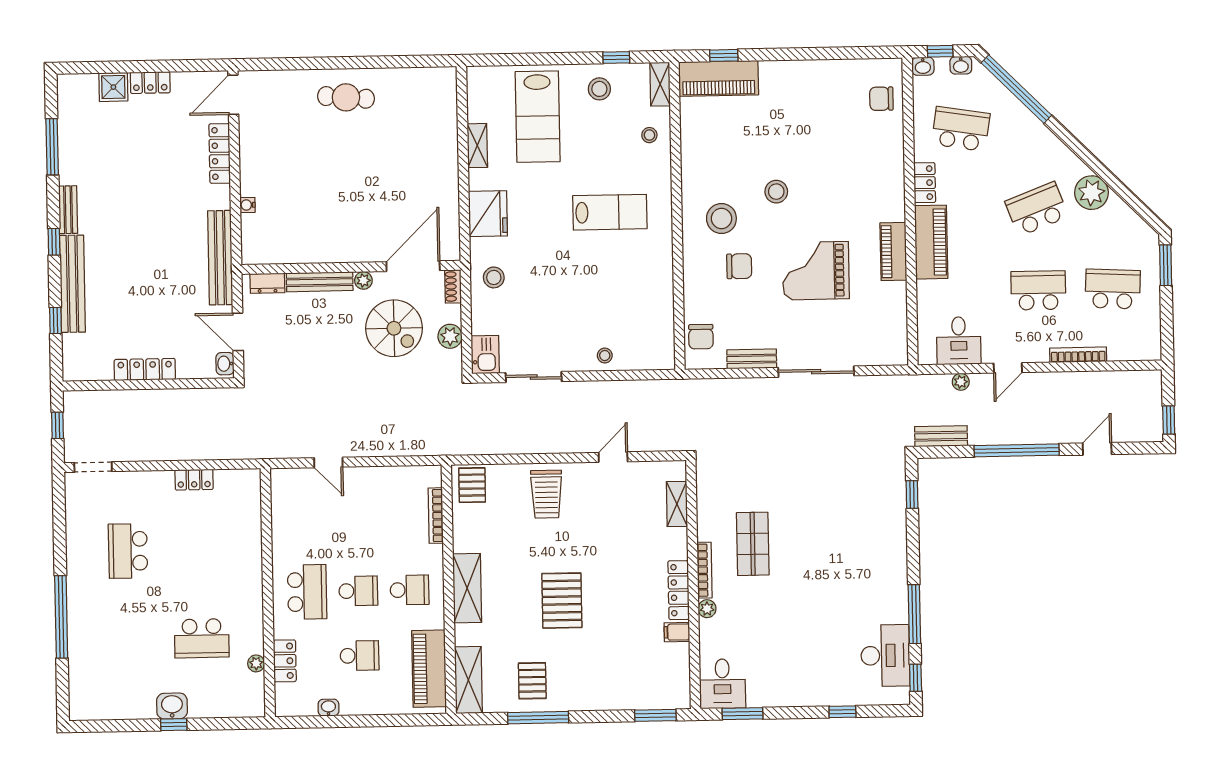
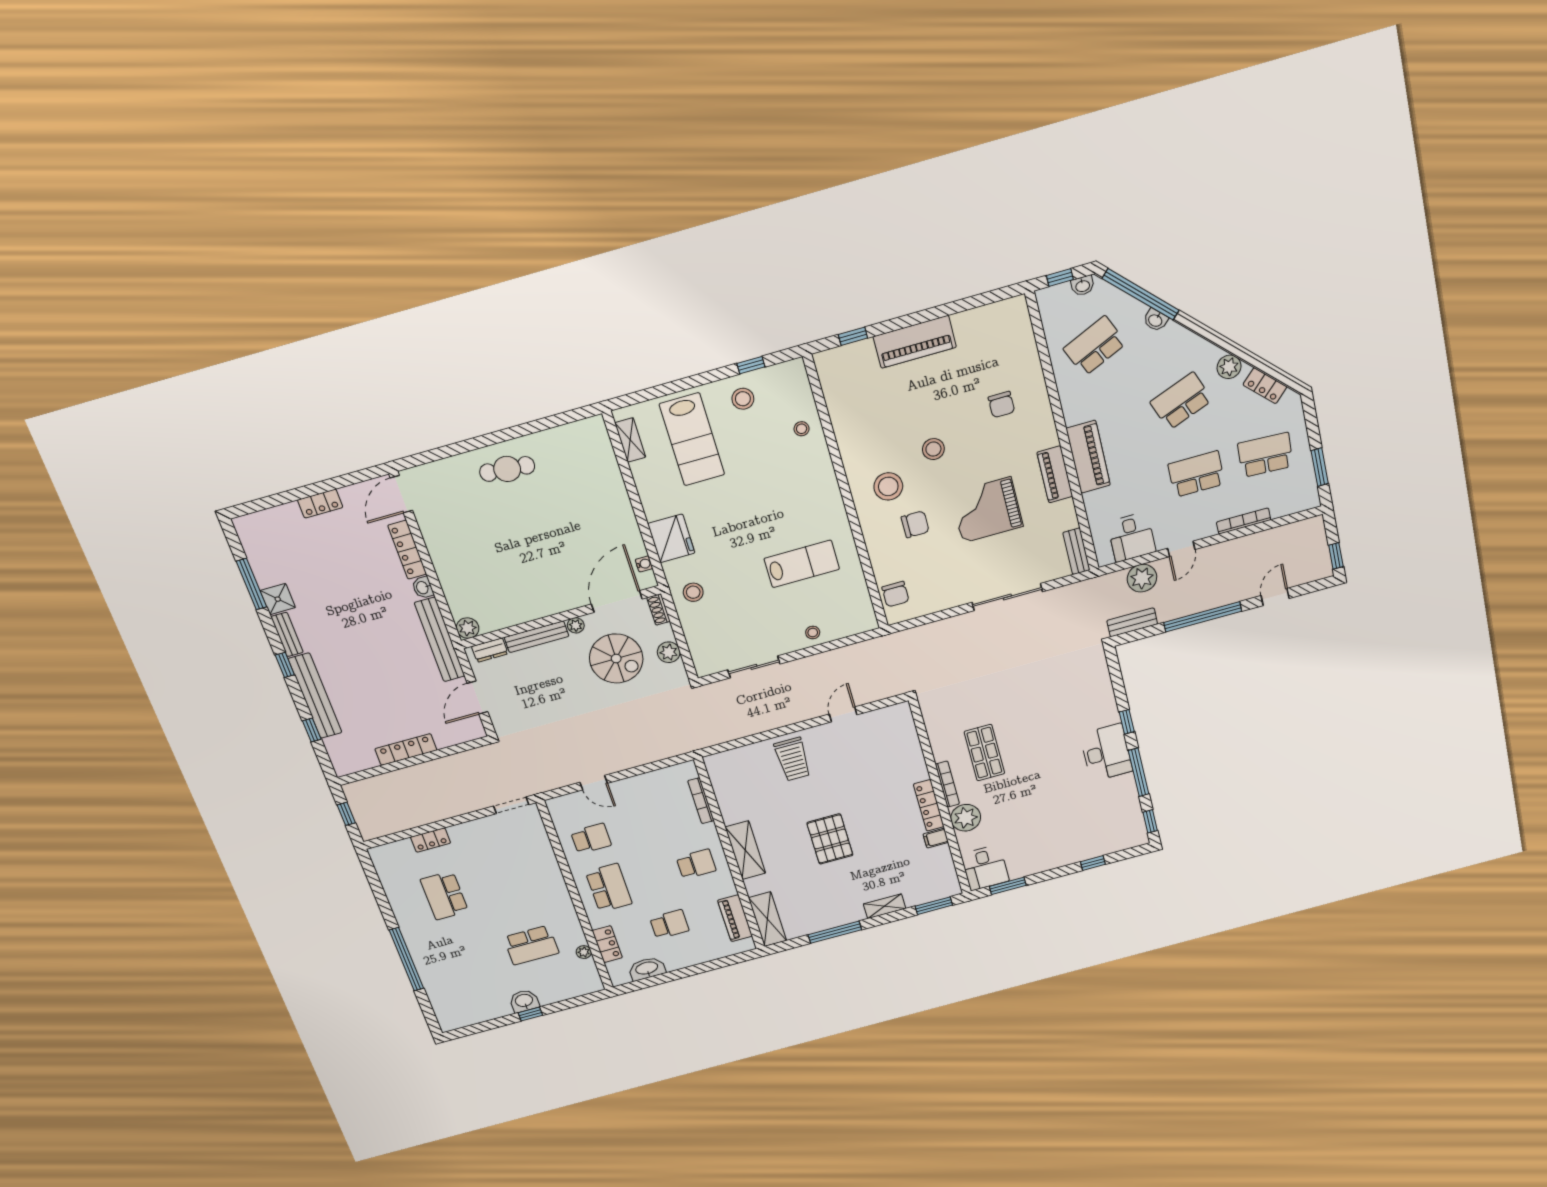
washbasin: (923, 66) -> (1155, 320), moved, turned 45
piano: (719, 78) -> (915, 342), moved
shelving: (660, 84) -> (799, 379), removed
shower: (113, 87) -> (278, 599), moved
chair: (881, 99) -> (1001, 405), moved, turned -90
school desk: (961, 129) -> (1095, 346), turned -33
shelving: (477, 146) -> (630, 440), moved
locker: (925, 183) -> (1265, 386), moved, turned 135
plant: (1092, 193) -> (1229, 367), width x0.73, depth x0.73
water cooler: (248, 205) -> (644, 564), moved, turned 180
lab bench: (610, 212) -> (802, 564), moved
plant: (253, 253) -> (468, 628), added
window: (1166, 265) -> (1320, 467), moved
door: (238, 332) -> (477, 698), hinge flipped
kitchen sink: (485, 354) -> (705, 659), removed
bench: (752, 359) -> (1076, 551), moved, turned 90
washbasin: (225, 364) -> (423, 588), moved
plant: (961, 382) -> (1142, 578), width x1.88, depth x1.88
doorway: (93, 467) -> (511, 805), moved
locker: (194, 480) -> (431, 840), moved
pallet: (472, 485) -> (725, 769), removed
window: (912, 495) -> (1127, 722), moved
shelving: (677, 504) -> (885, 906), moved, turned 90
school desk: (358, 591) -> (591, 838), moved
plant: (707, 609) -> (966, 818), width x1.88, depth x1.88
desk: (885, 656) -> (1106, 753), moved
piano: (429, 669) -> (735, 918), width x0.73, depth x0.75
pallet: (532, 681) -> (822, 906), removed
washbasin: (328, 708) -> (647, 969), width x1.91, depth x1.45

